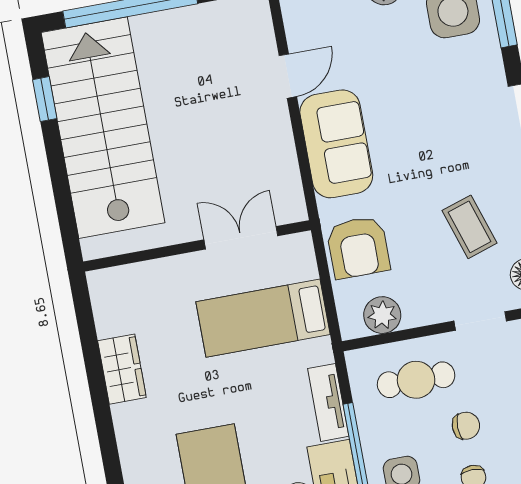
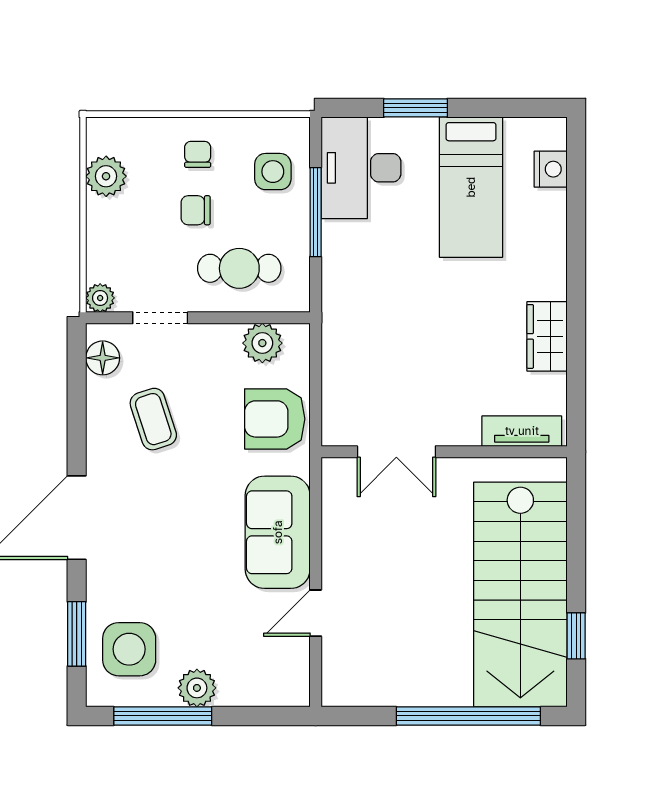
armchair: (358, 247) -> (275, 419), turned -90
bed: (263, 318) -> (389, 363), removed
tv unit: (328, 402) -> (522, 431), moved, turned -90

